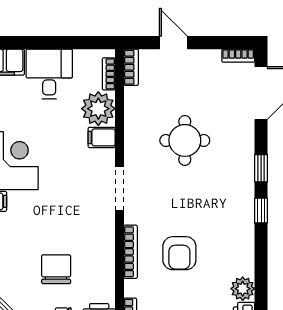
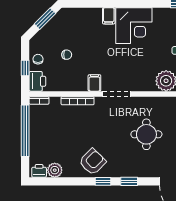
filing cabinet: (102, 137) -> (94, 83), moved
armchair: (179, 253) -> (92, 162), moved, turned 135
chair: (56, 269) -> (67, 55), width x0.54, depth x0.54

